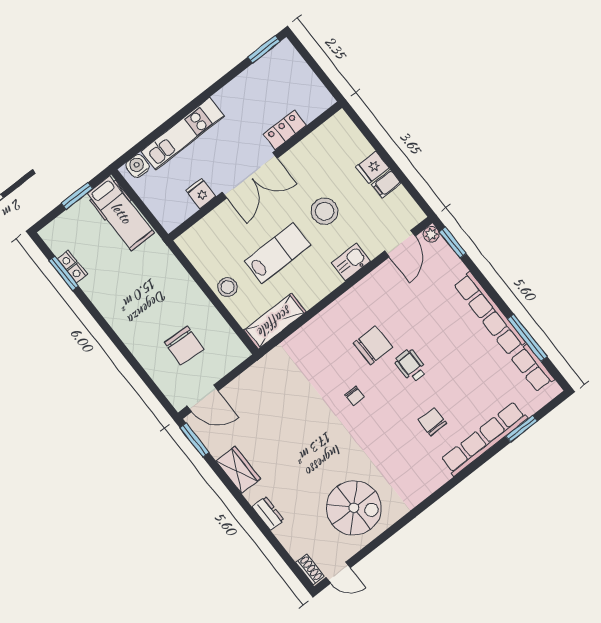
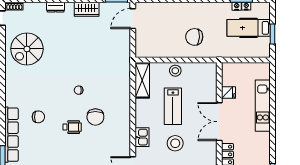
water cooler: (138, 166) -> (264, 73), removed
hospital bed: (121, 213) -> (249, 28), moved
chair: (184, 346) -> (194, 37), moved

